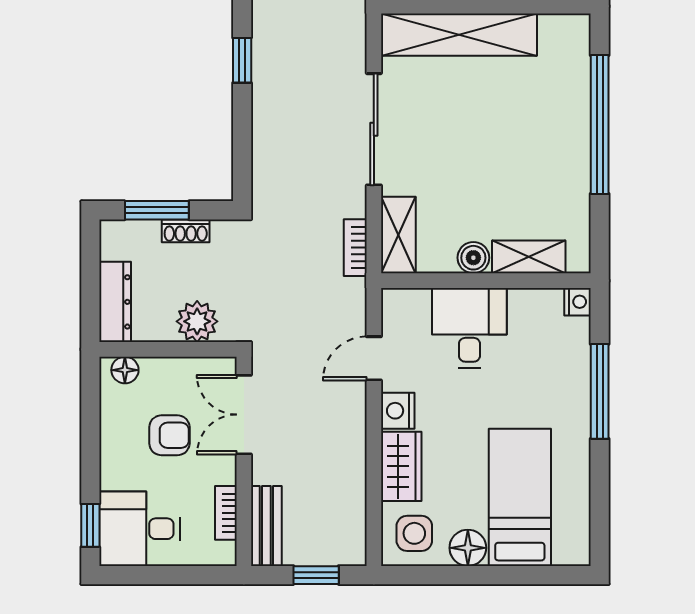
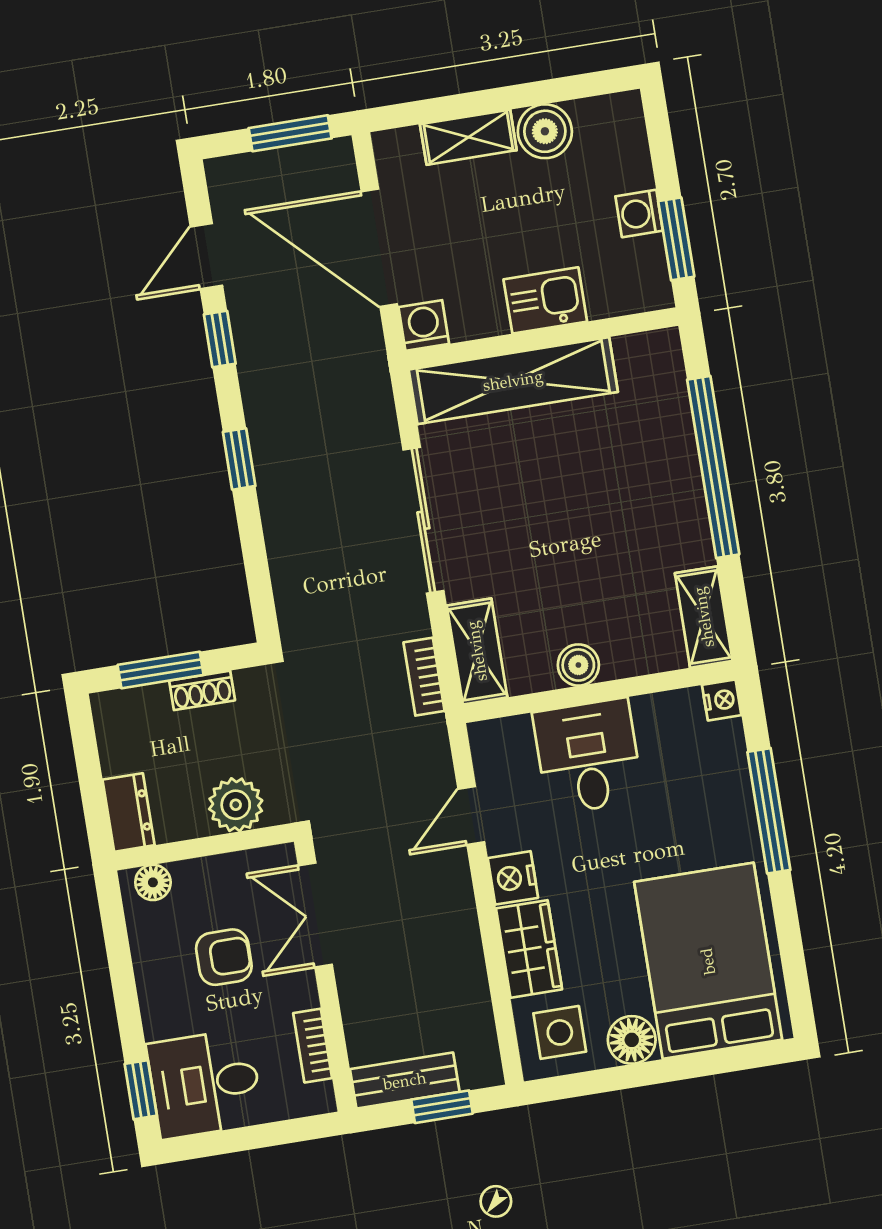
shelving: (529, 257) -> (704, 617), moved, turned 90
dresser: (115, 302) -> (129, 812), width x0.70
bed: (520, 497) -> (708, 961), width x1.50
bench: (266, 526) -> (405, 1081), moved, turned 90

